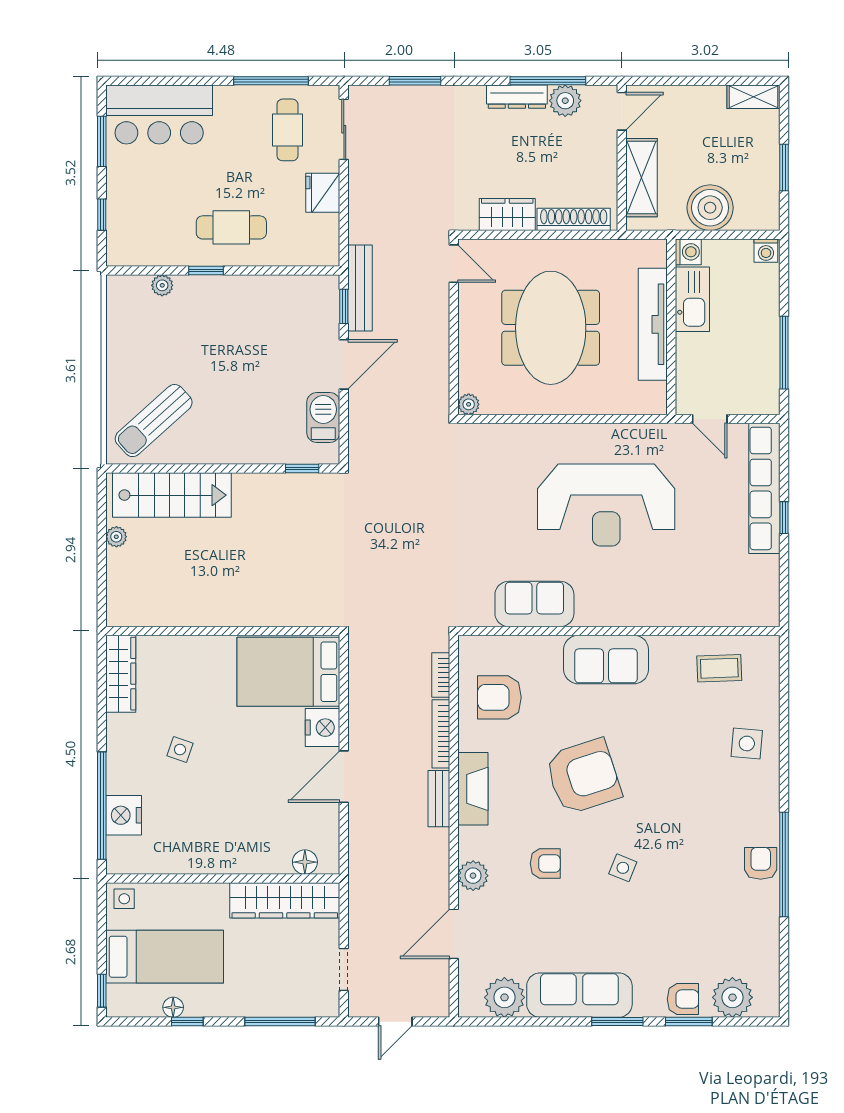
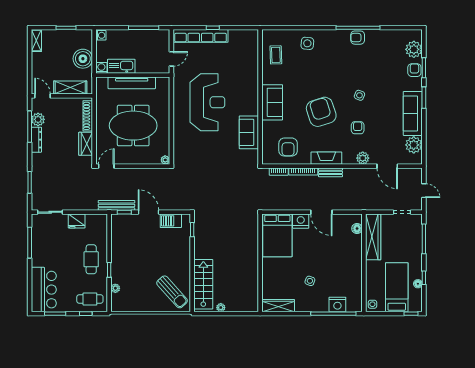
cafe table: (287, 130) -> (90, 299), moved

